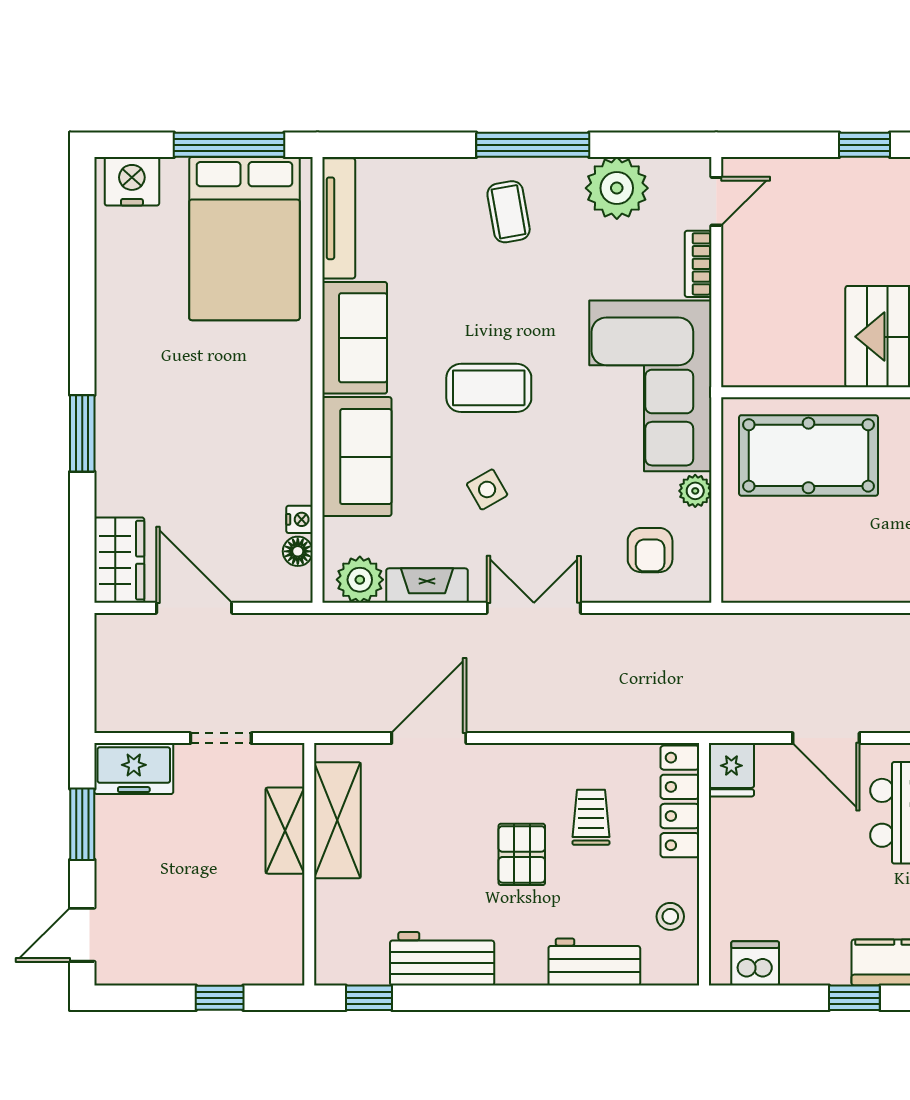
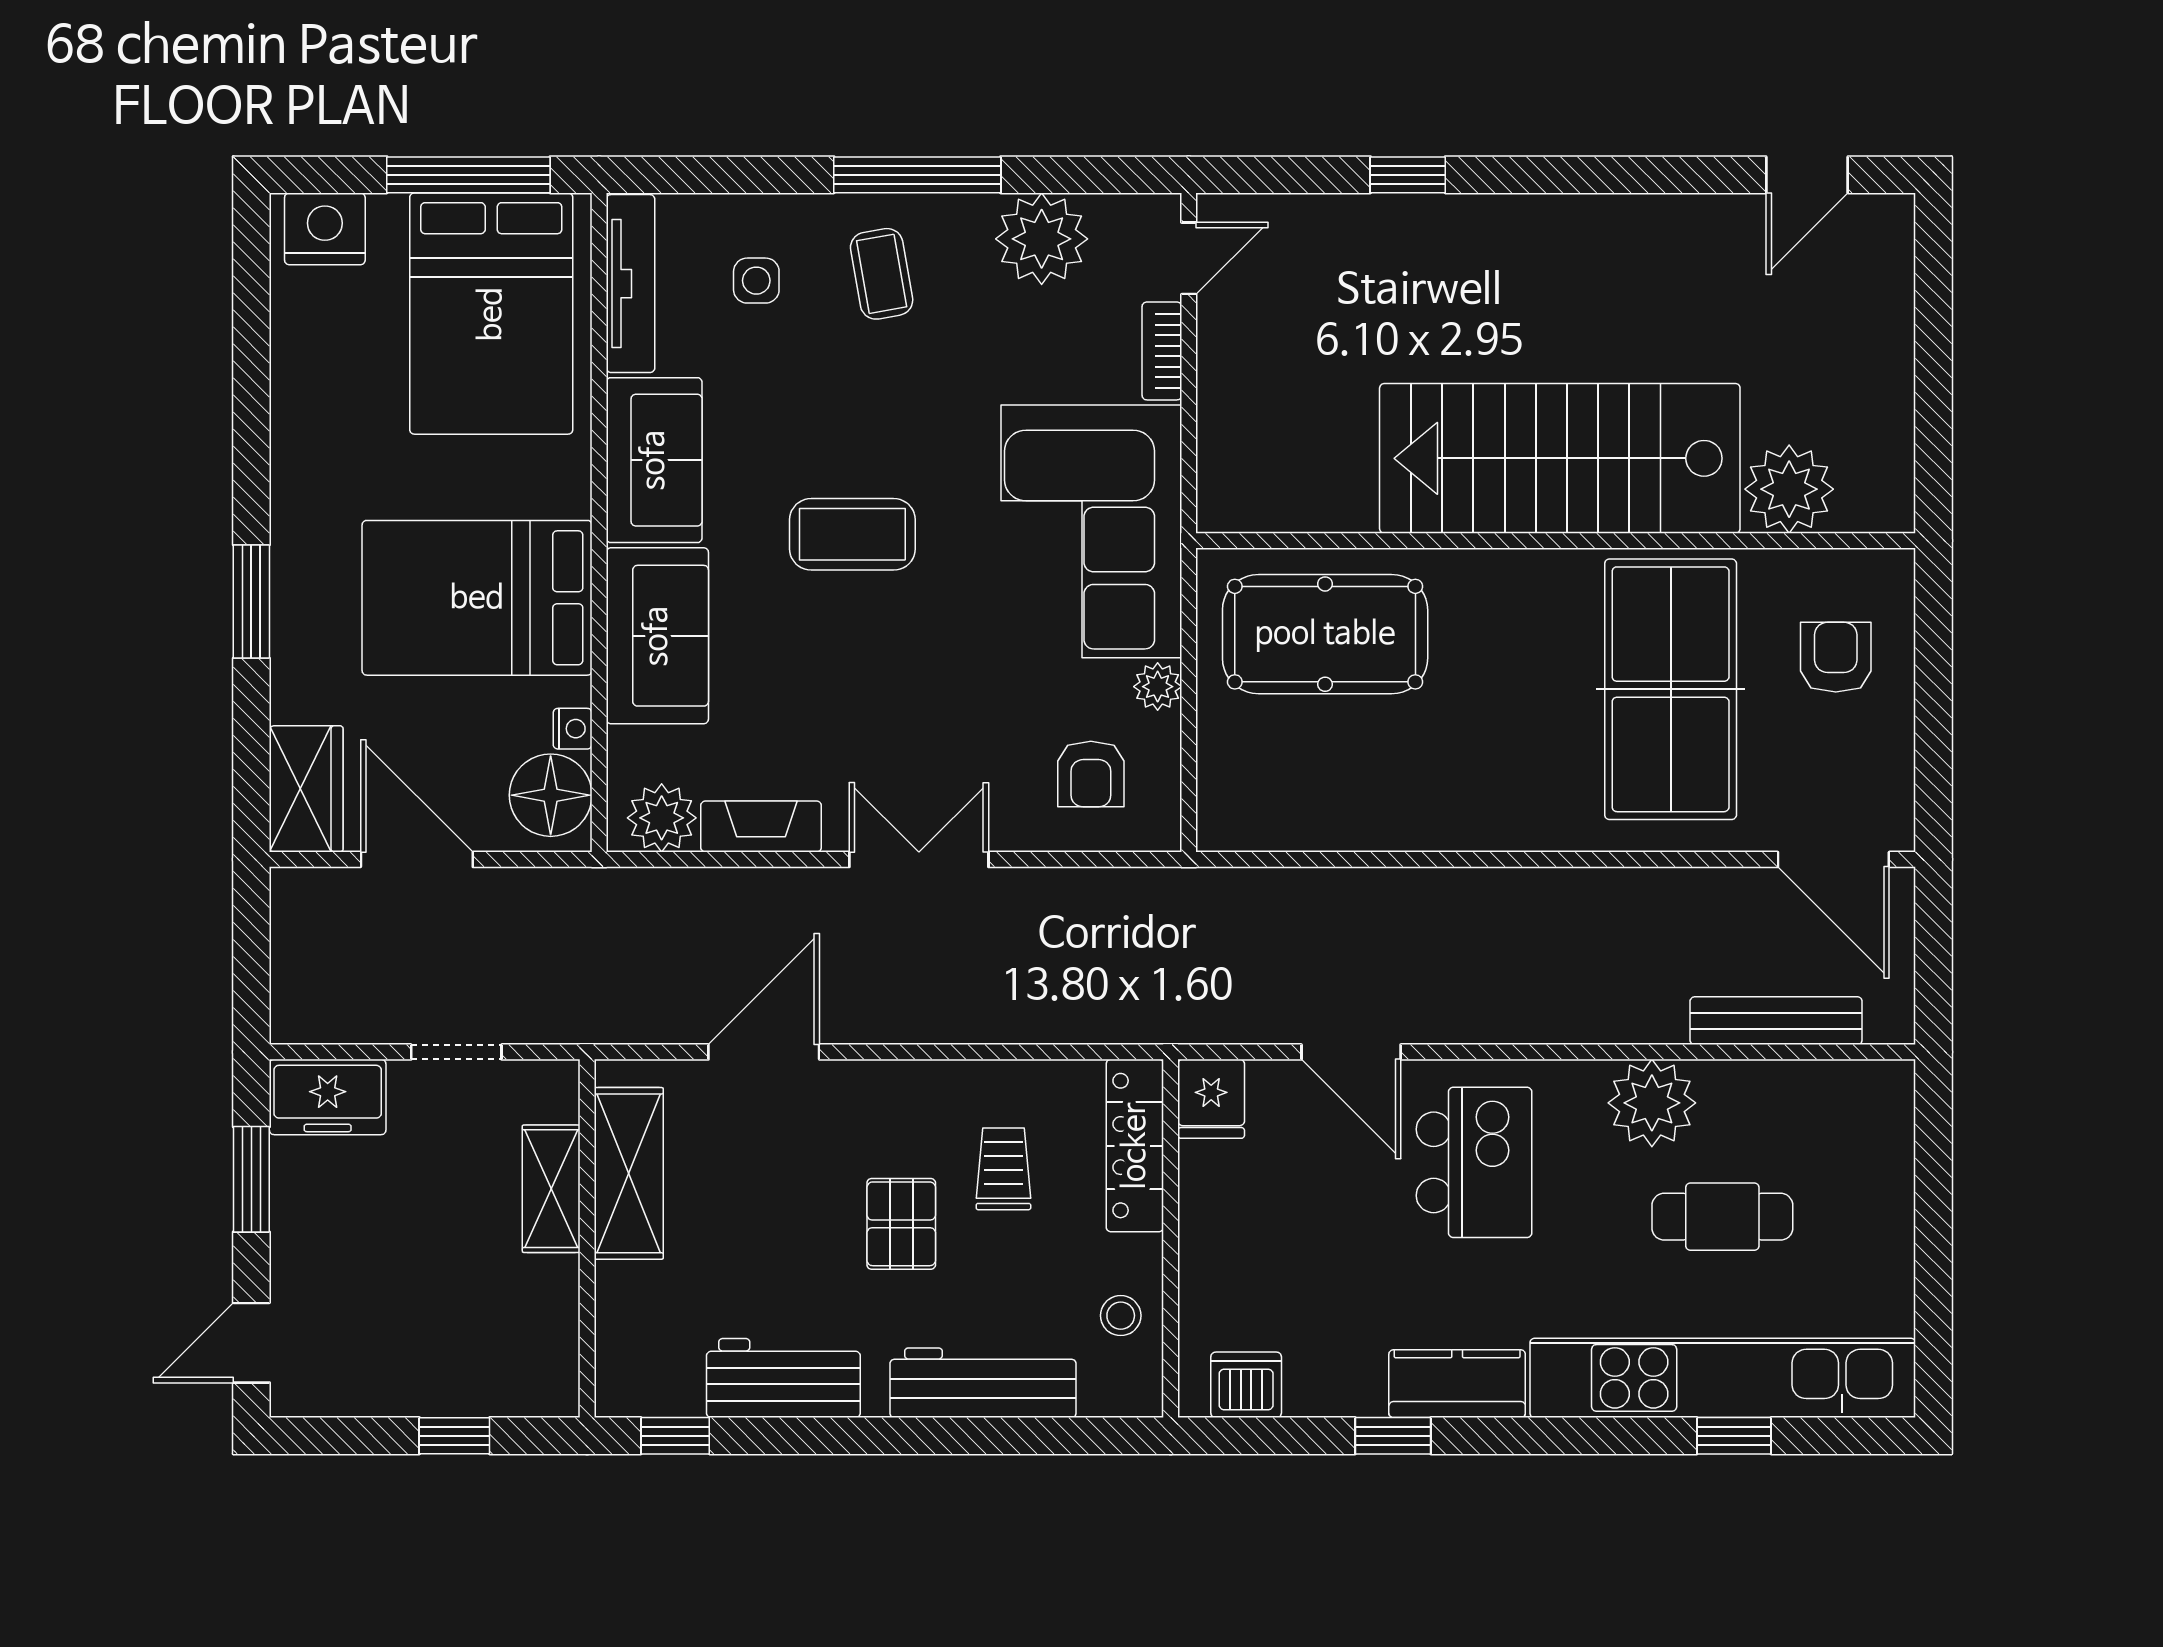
bed: (235, 431) -> (477, 598), added
side table: (487, 489) -> (756, 281), moved, turned 30
floor lamp: (298, 551) -> (551, 795), width x1.89, depth x1.89
workbench: (594, 962) -> (983, 1383), width x1.38

